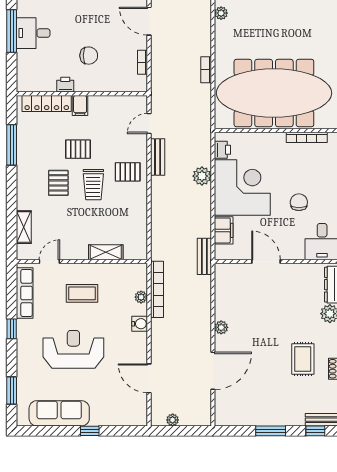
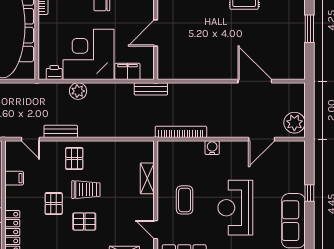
filing cabinet: (80, 106) -> (14, 178), moved
plant: (141, 297) -> (188, 146), removed
plant: (221, 327) -> (215, 74), removed
plant: (173, 420) -> (294, 123), width x1.87, depth x1.87

